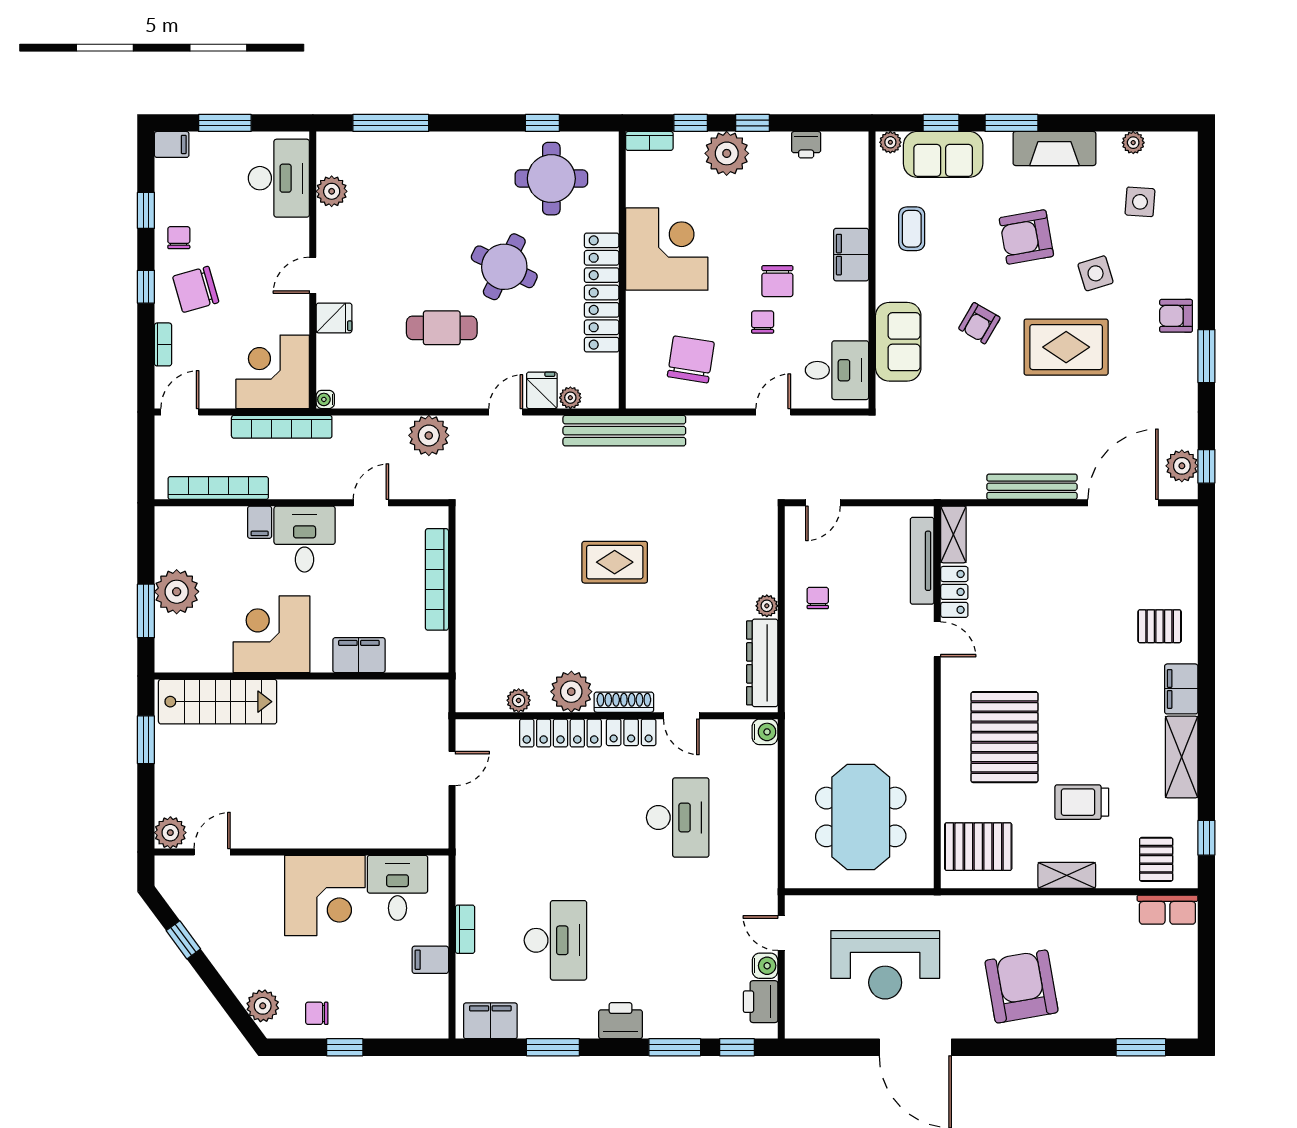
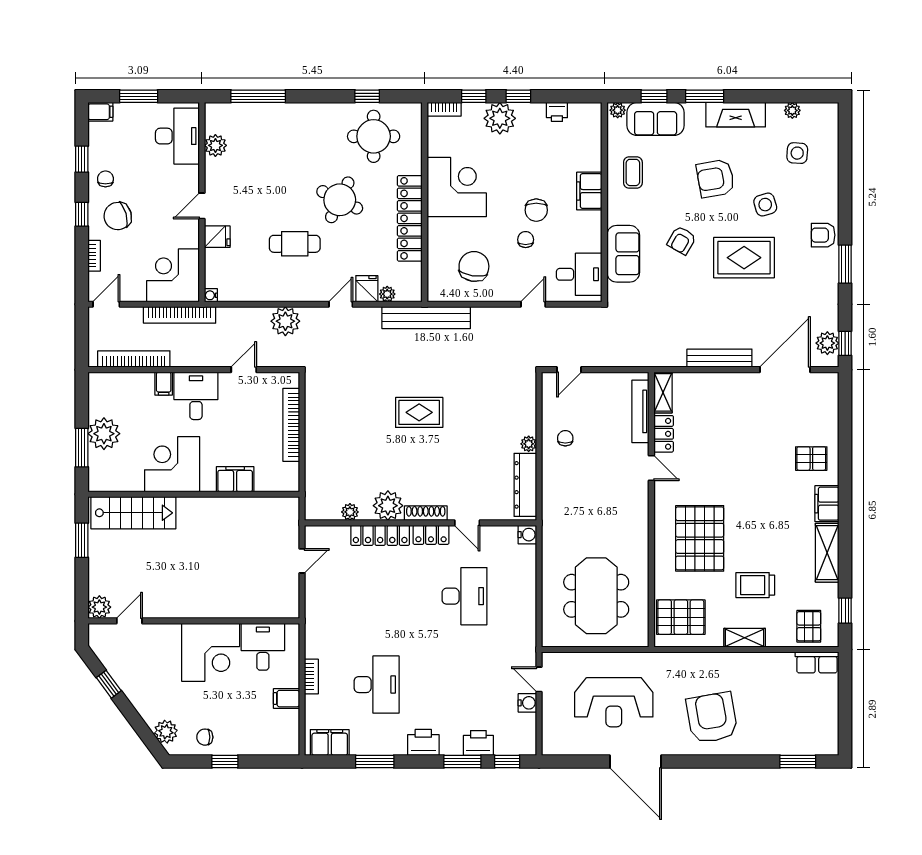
printer: (761, 1002) -> (478, 743), moved, turned 90

